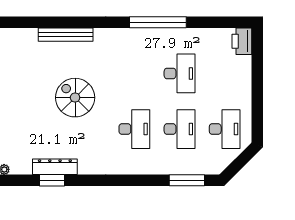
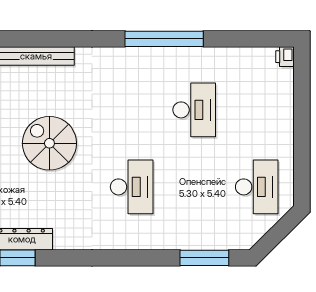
printer: (242, 41) -> (285, 57), width x0.53, depth x0.68
desk: (180, 129) -> (194, 187), removed

